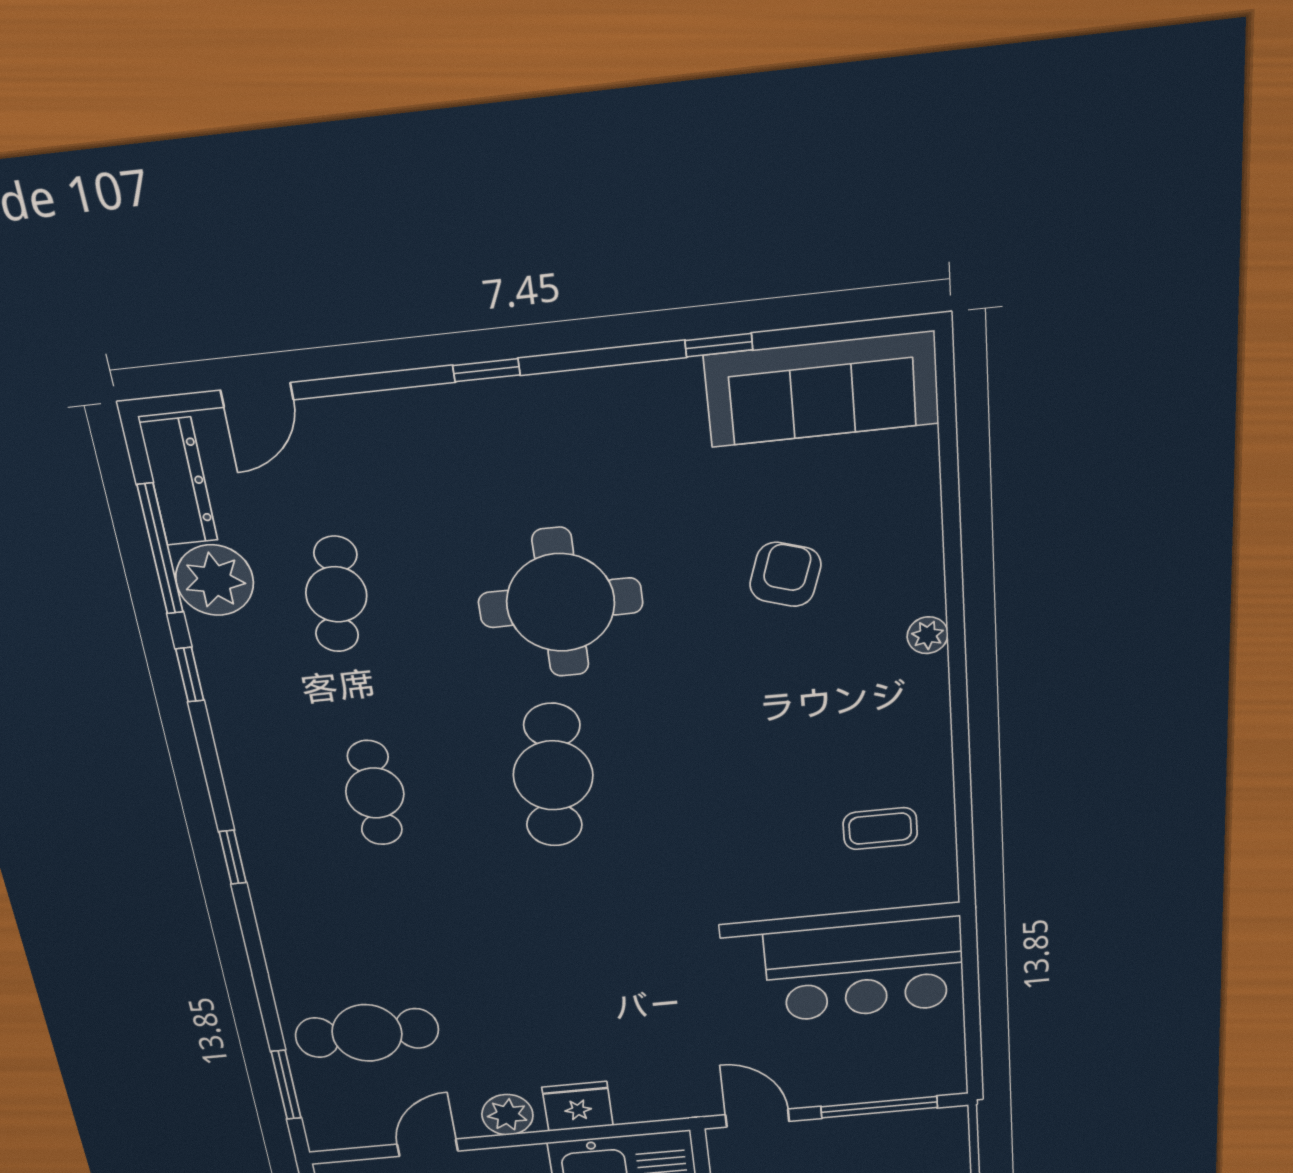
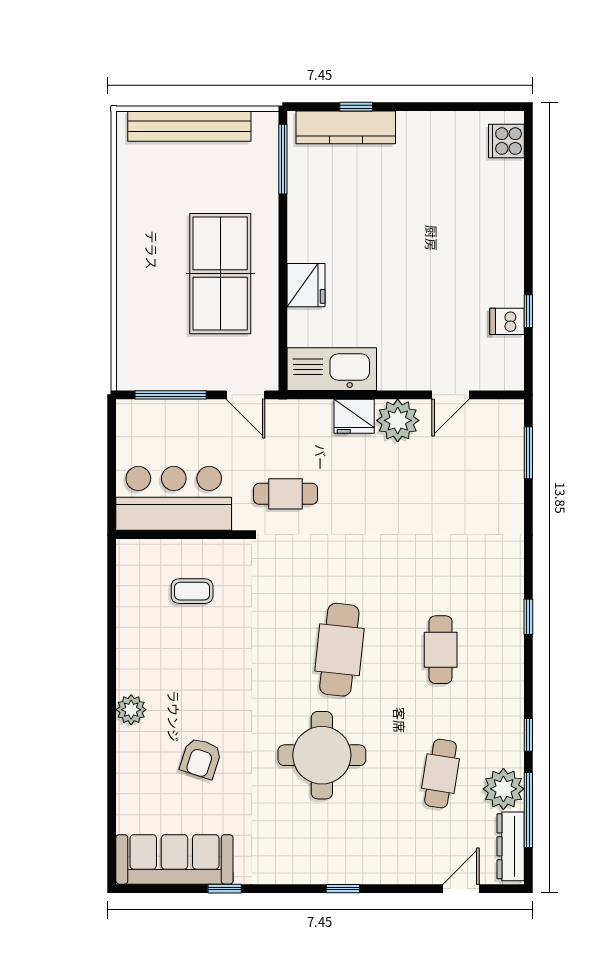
plant: (928, 635) -> (131, 710), width x1.38, depth x1.38
coffee table: (880, 829) -> (192, 591), moved
cafe table: (367, 1033) -> (286, 494), moved, width x0.73, depth x0.74
plant: (507, 1115) -> (398, 420), width x1.36, depth x1.36

